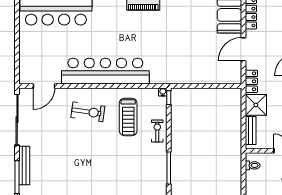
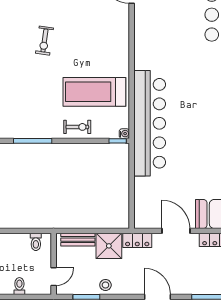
bar counter: (105, 71) -> (150, 123), moved
exercise bike: (88, 112) -> (44, 41), moved, width x0.73, depth x0.72
treadmill: (128, 117) -> (94, 92), width x1.37, depth x1.38

